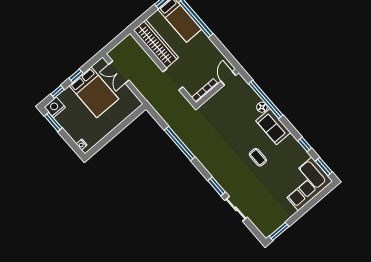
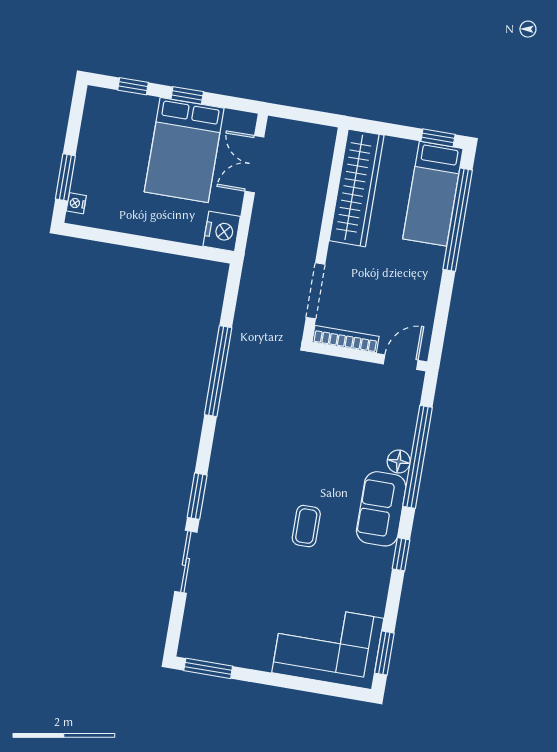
doorway: (173, 79) -> (315, 291), moved
nightstand: (55, 107) -> (222, 231), moved, turned 90
window: (53, 122) -> (65, 177), moved
window: (305, 144) -> (401, 554), moved

